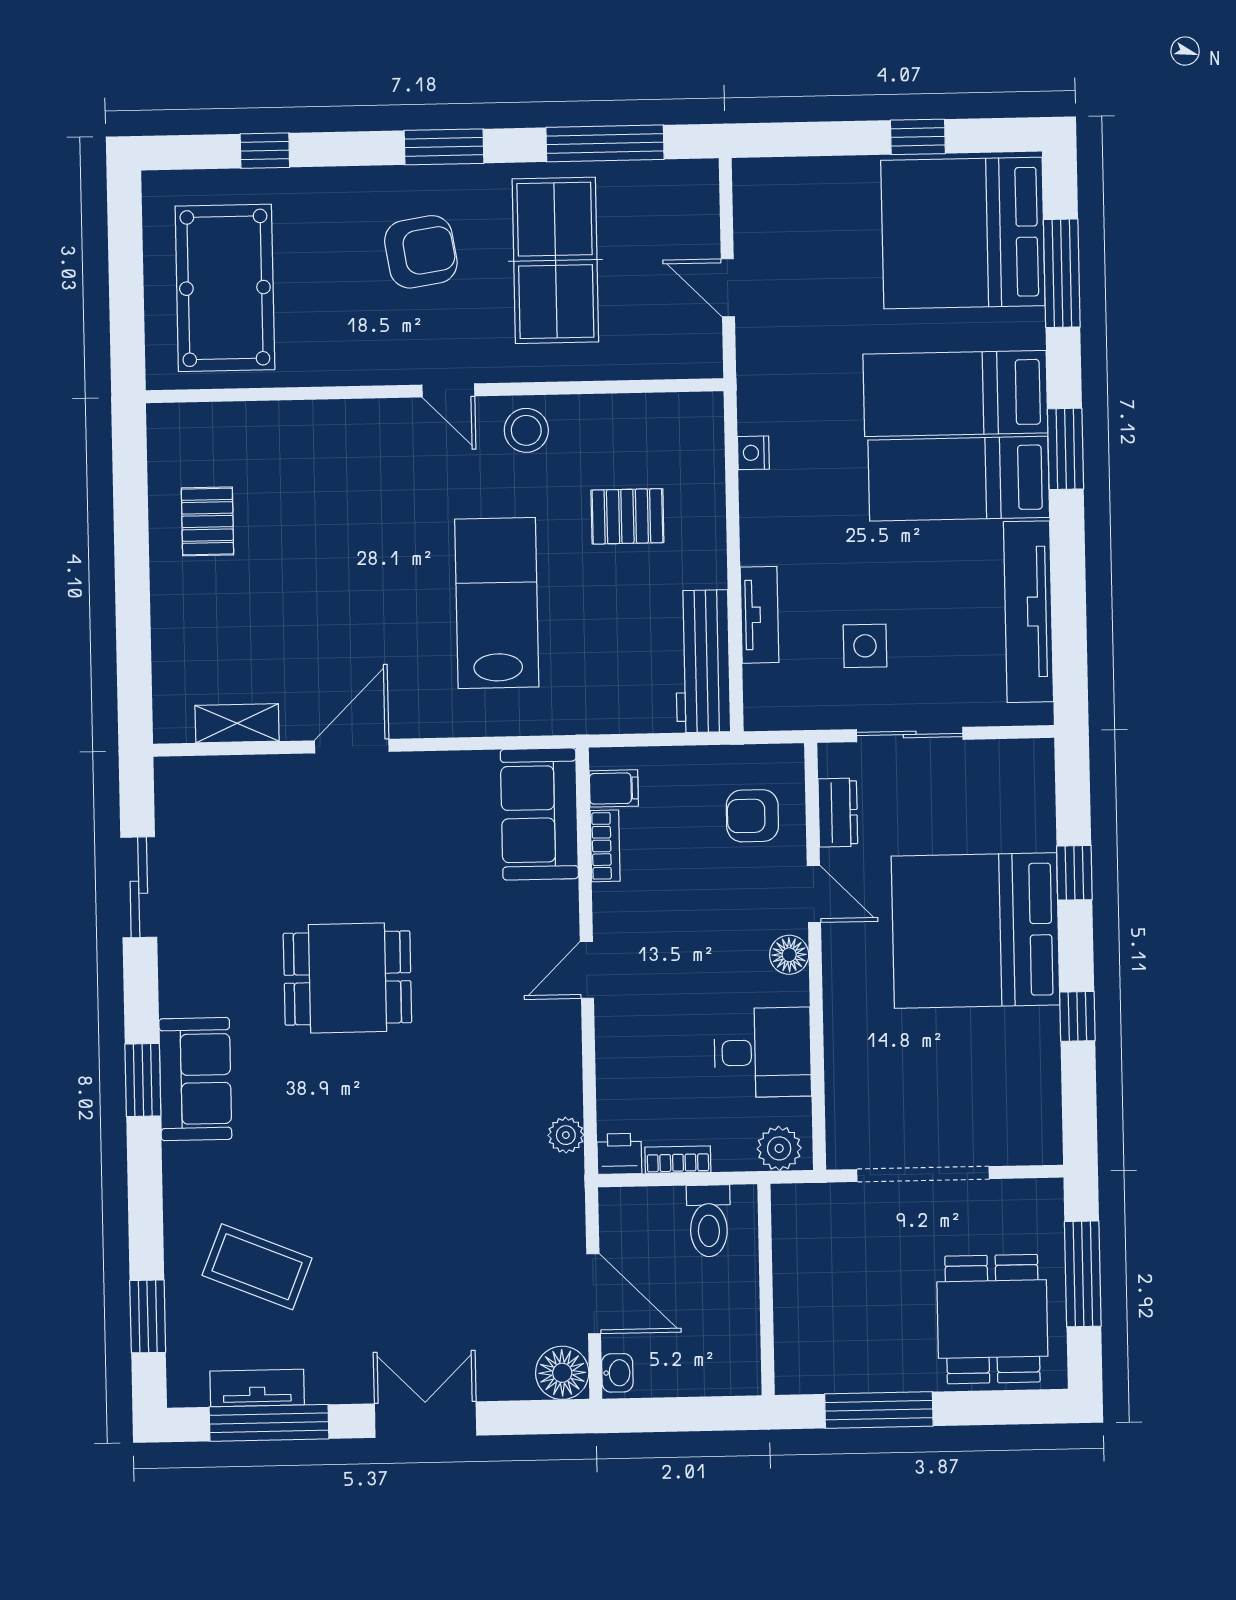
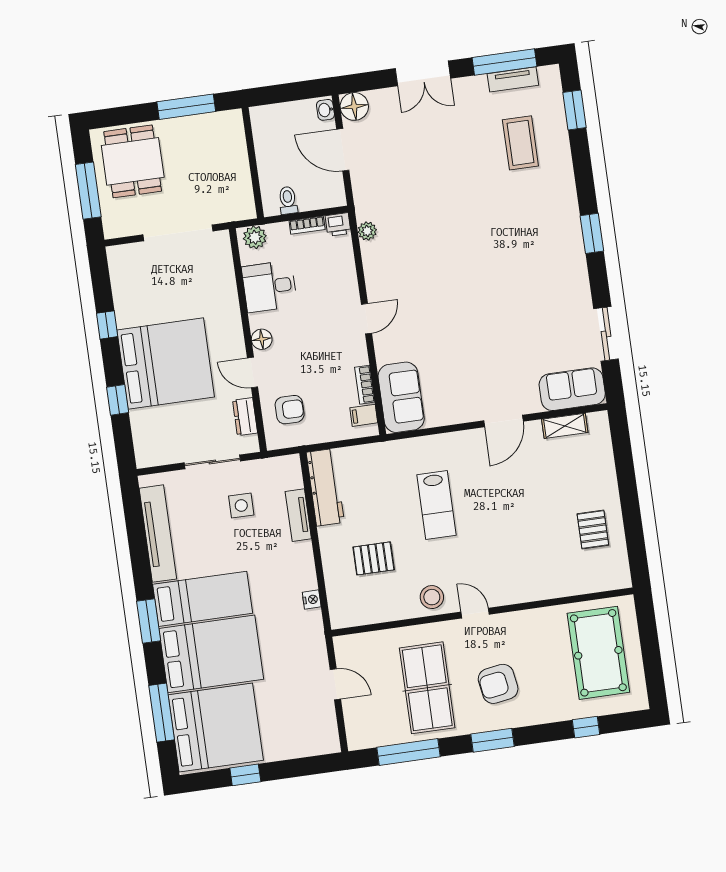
bed: (955, 393) -> (211, 654), width x1.50
lab bench: (497, 603) -> (436, 505), width x0.73, depth x0.72
dining table: (347, 978) -> (491, 300), removed
sofa: (195, 1079) -> (572, 389), moved, turned 90
toilet: (709, 1221) -> (288, 200), width x0.73, depth x0.72
coffee table: (257, 1267) -> (520, 143), turned 68

